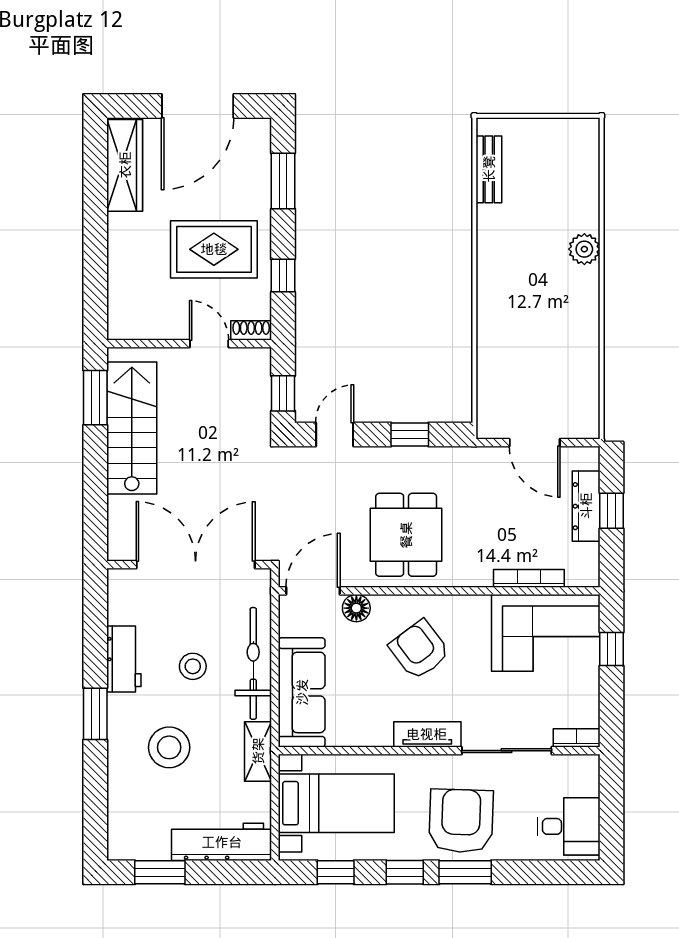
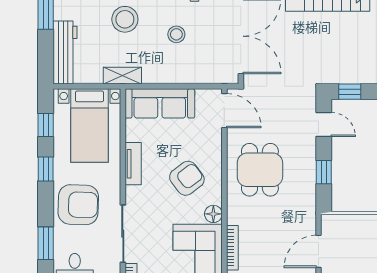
dining table: (406, 535) -> (260, 170), turned 90
floor lamp: (356, 608) -> (213, 214), moved
bicycle: (253, 663) -> (178, 73), removed
tv unit: (427, 734) -> (133, 164), moved
window: (465, 872) -> (46, 243), moved

